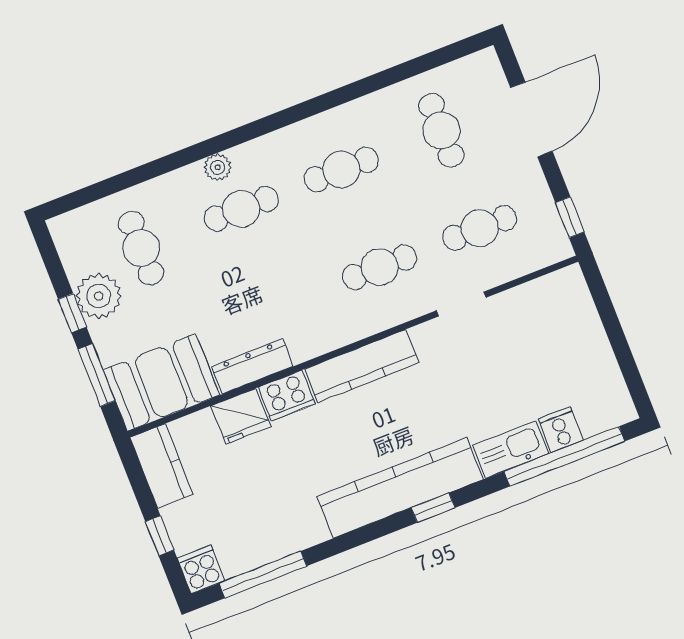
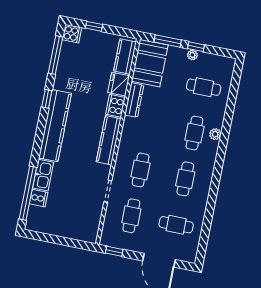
plant: (99, 296) -> (192, 55), width x0.53, depth x0.53
kitchen counter: (161, 466) -> (125, 57), moved, turned 90
window: (433, 508) -> (47, 99), moved

